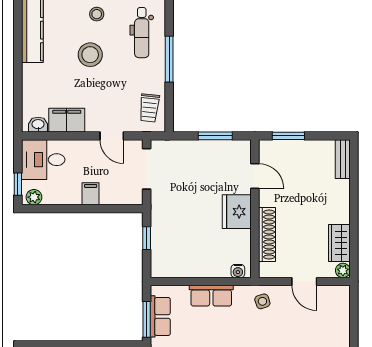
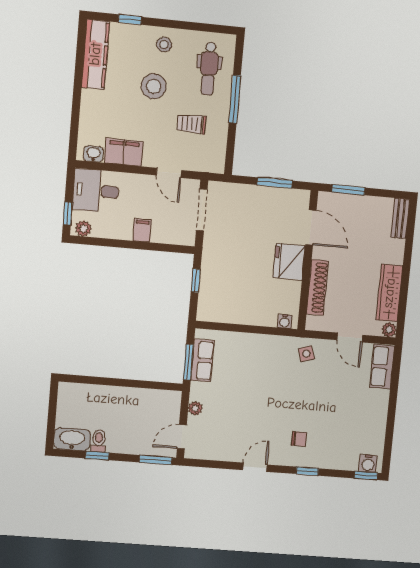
trolley: (149, 108) -> (191, 124), moved, turned 84
door: (255, 176) -> (311, 227), width x1.38
wardrobe: (339, 243) -> (389, 293), width x1.50
row of seats: (211, 296) -> (382, 367), moved, turned 90

